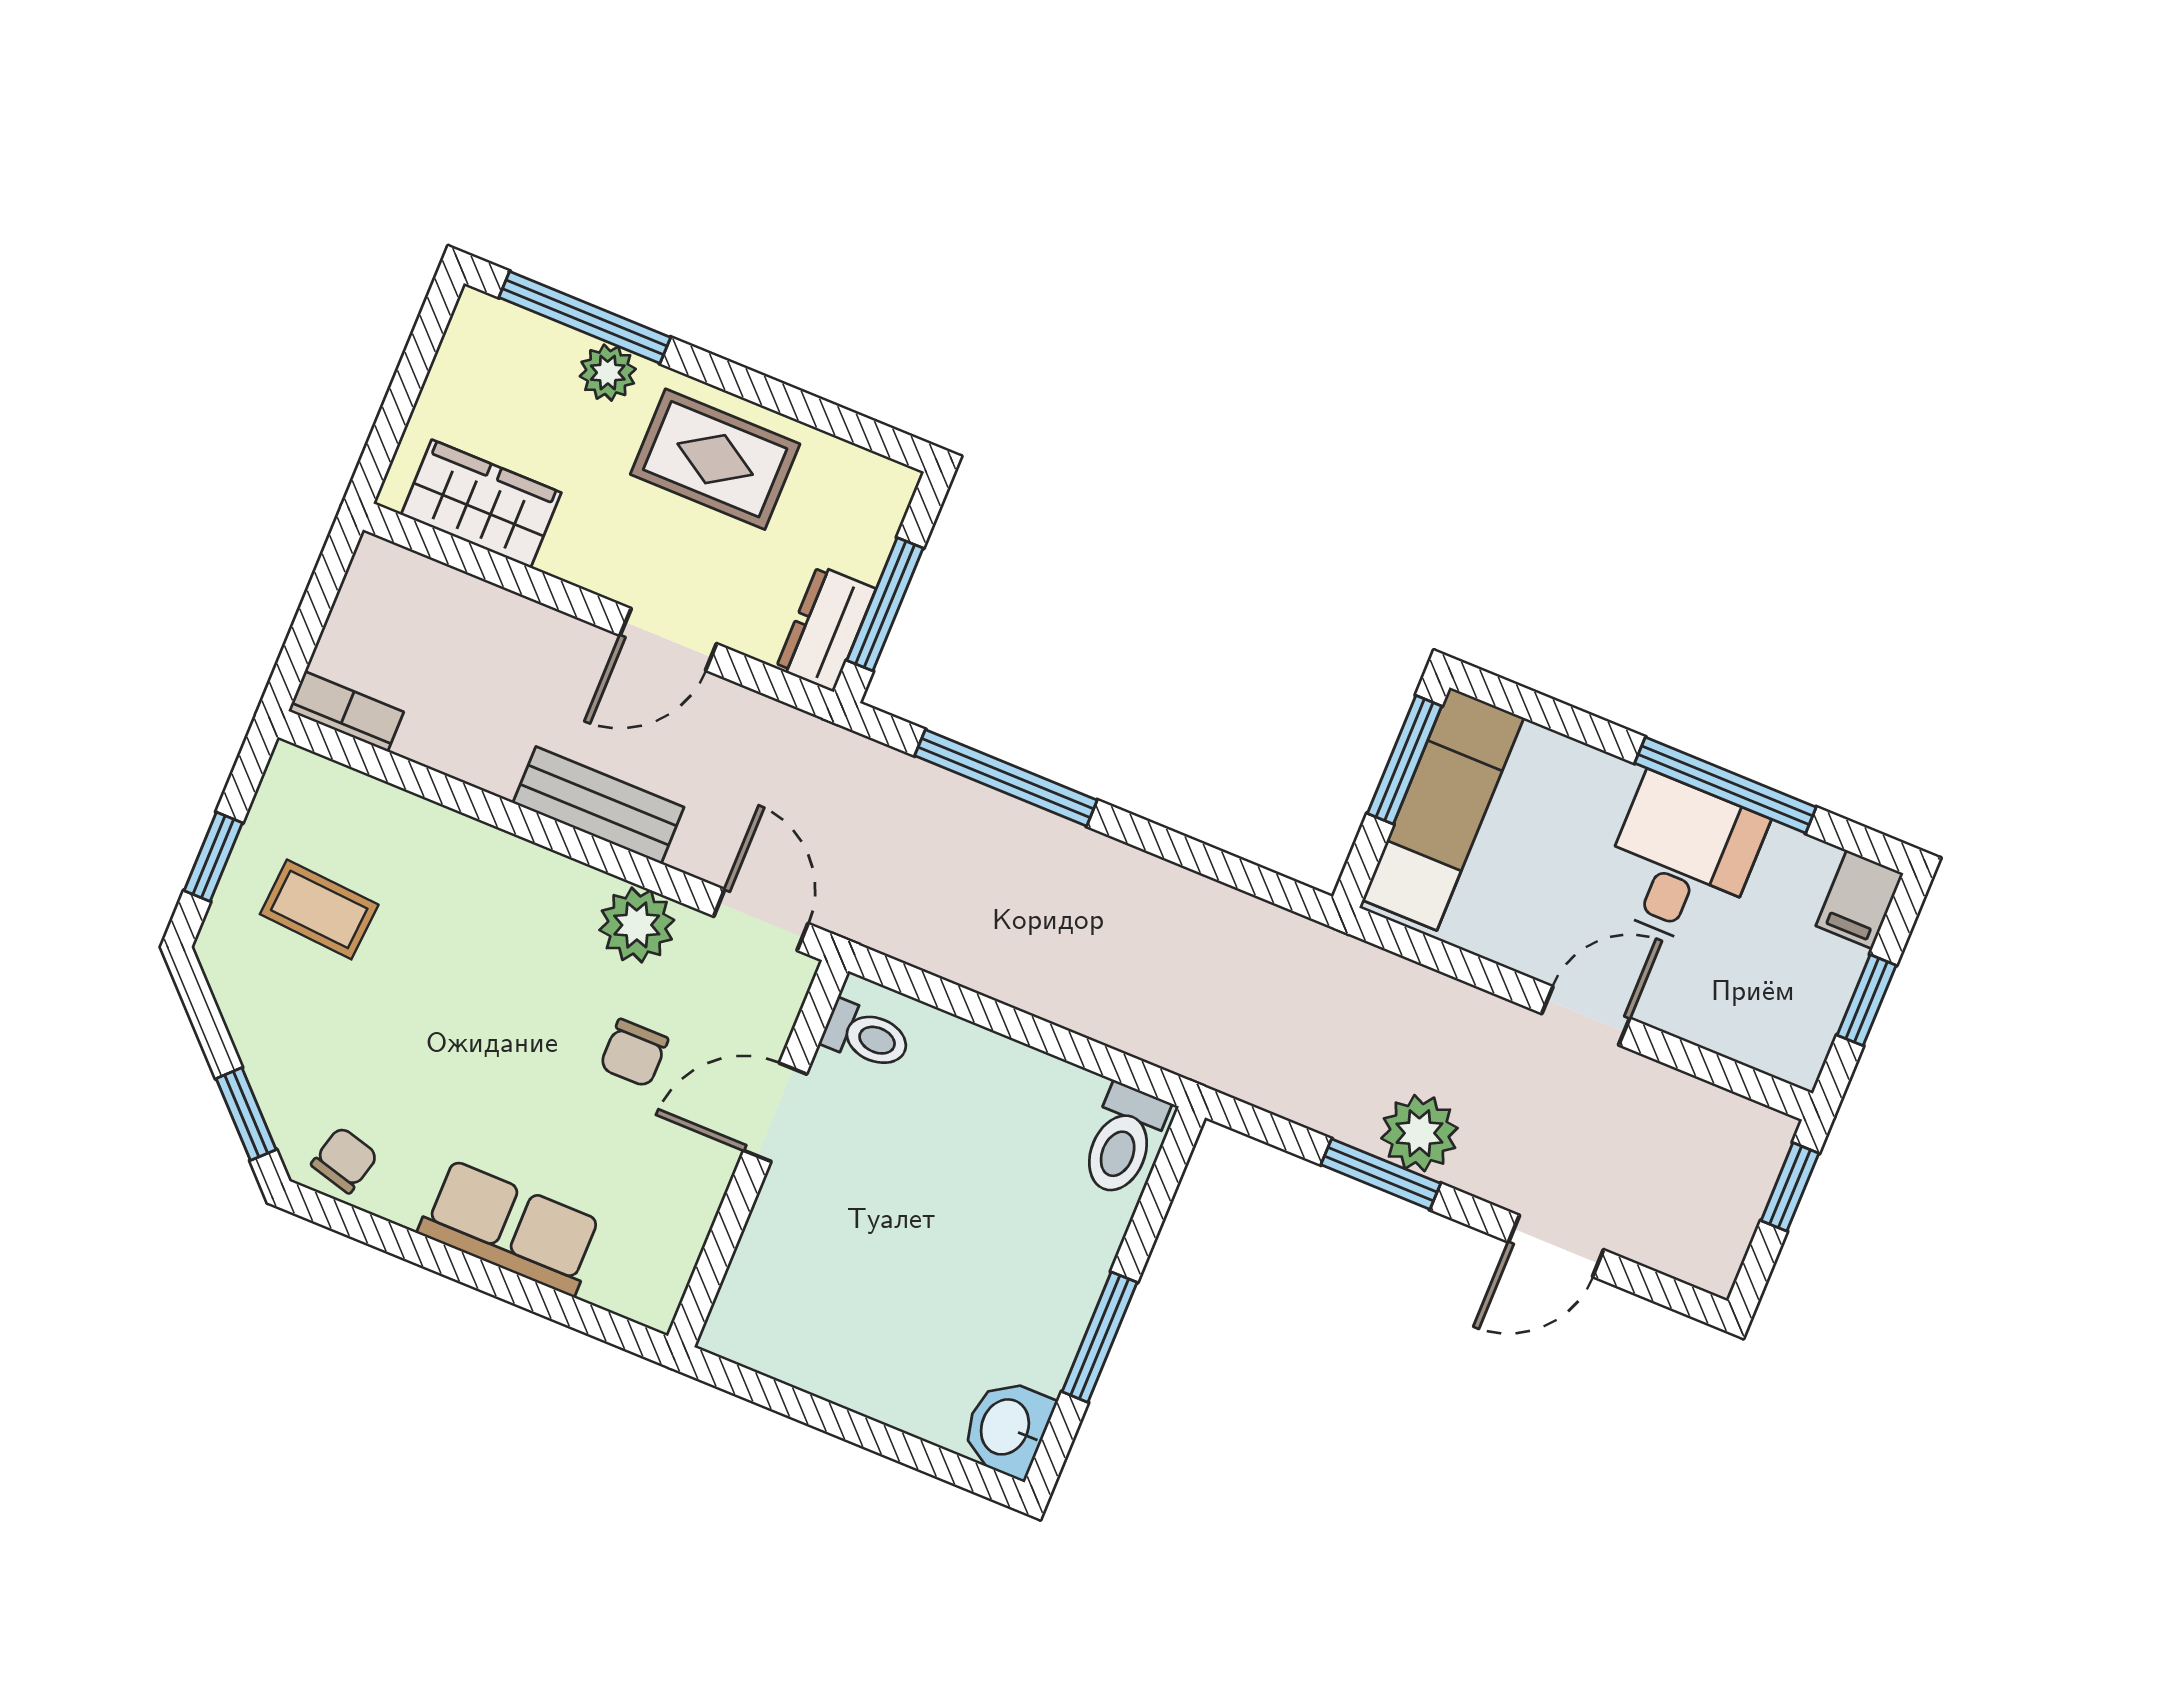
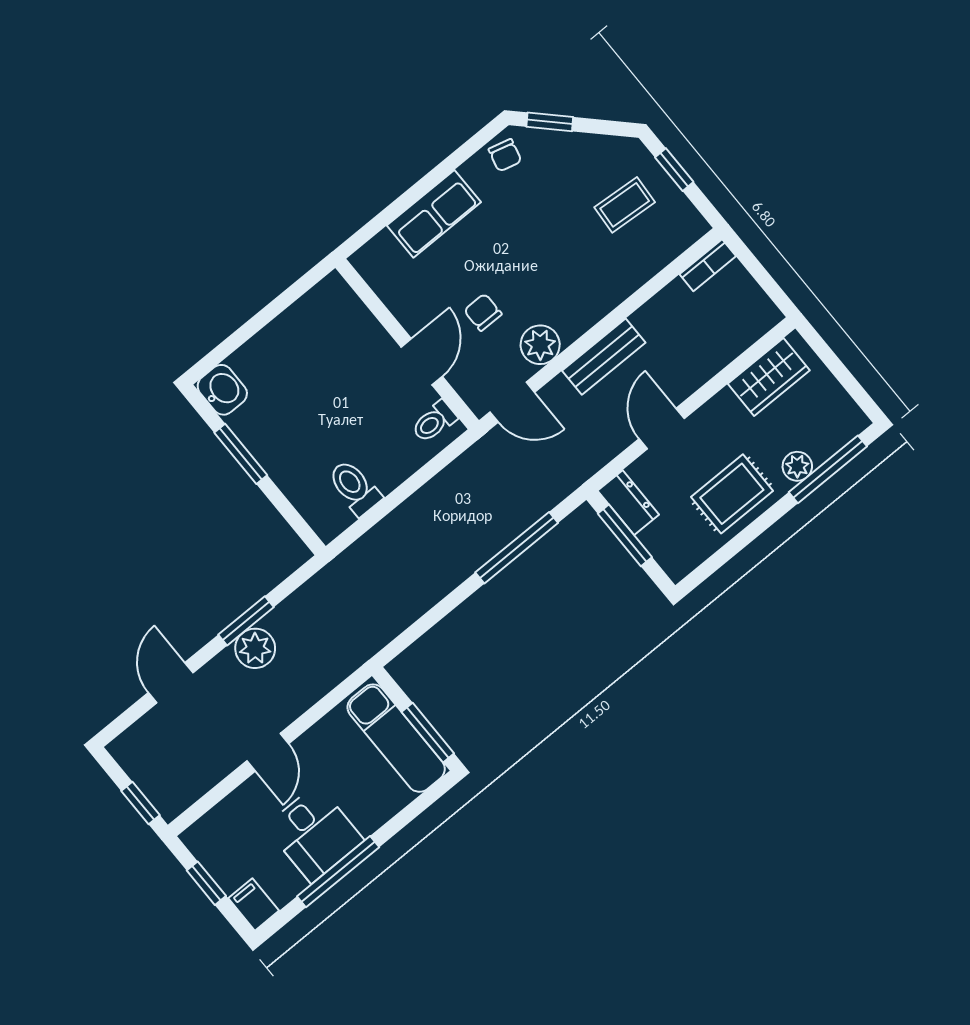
toilet: (1123, 1140) -> (355, 488), moved

